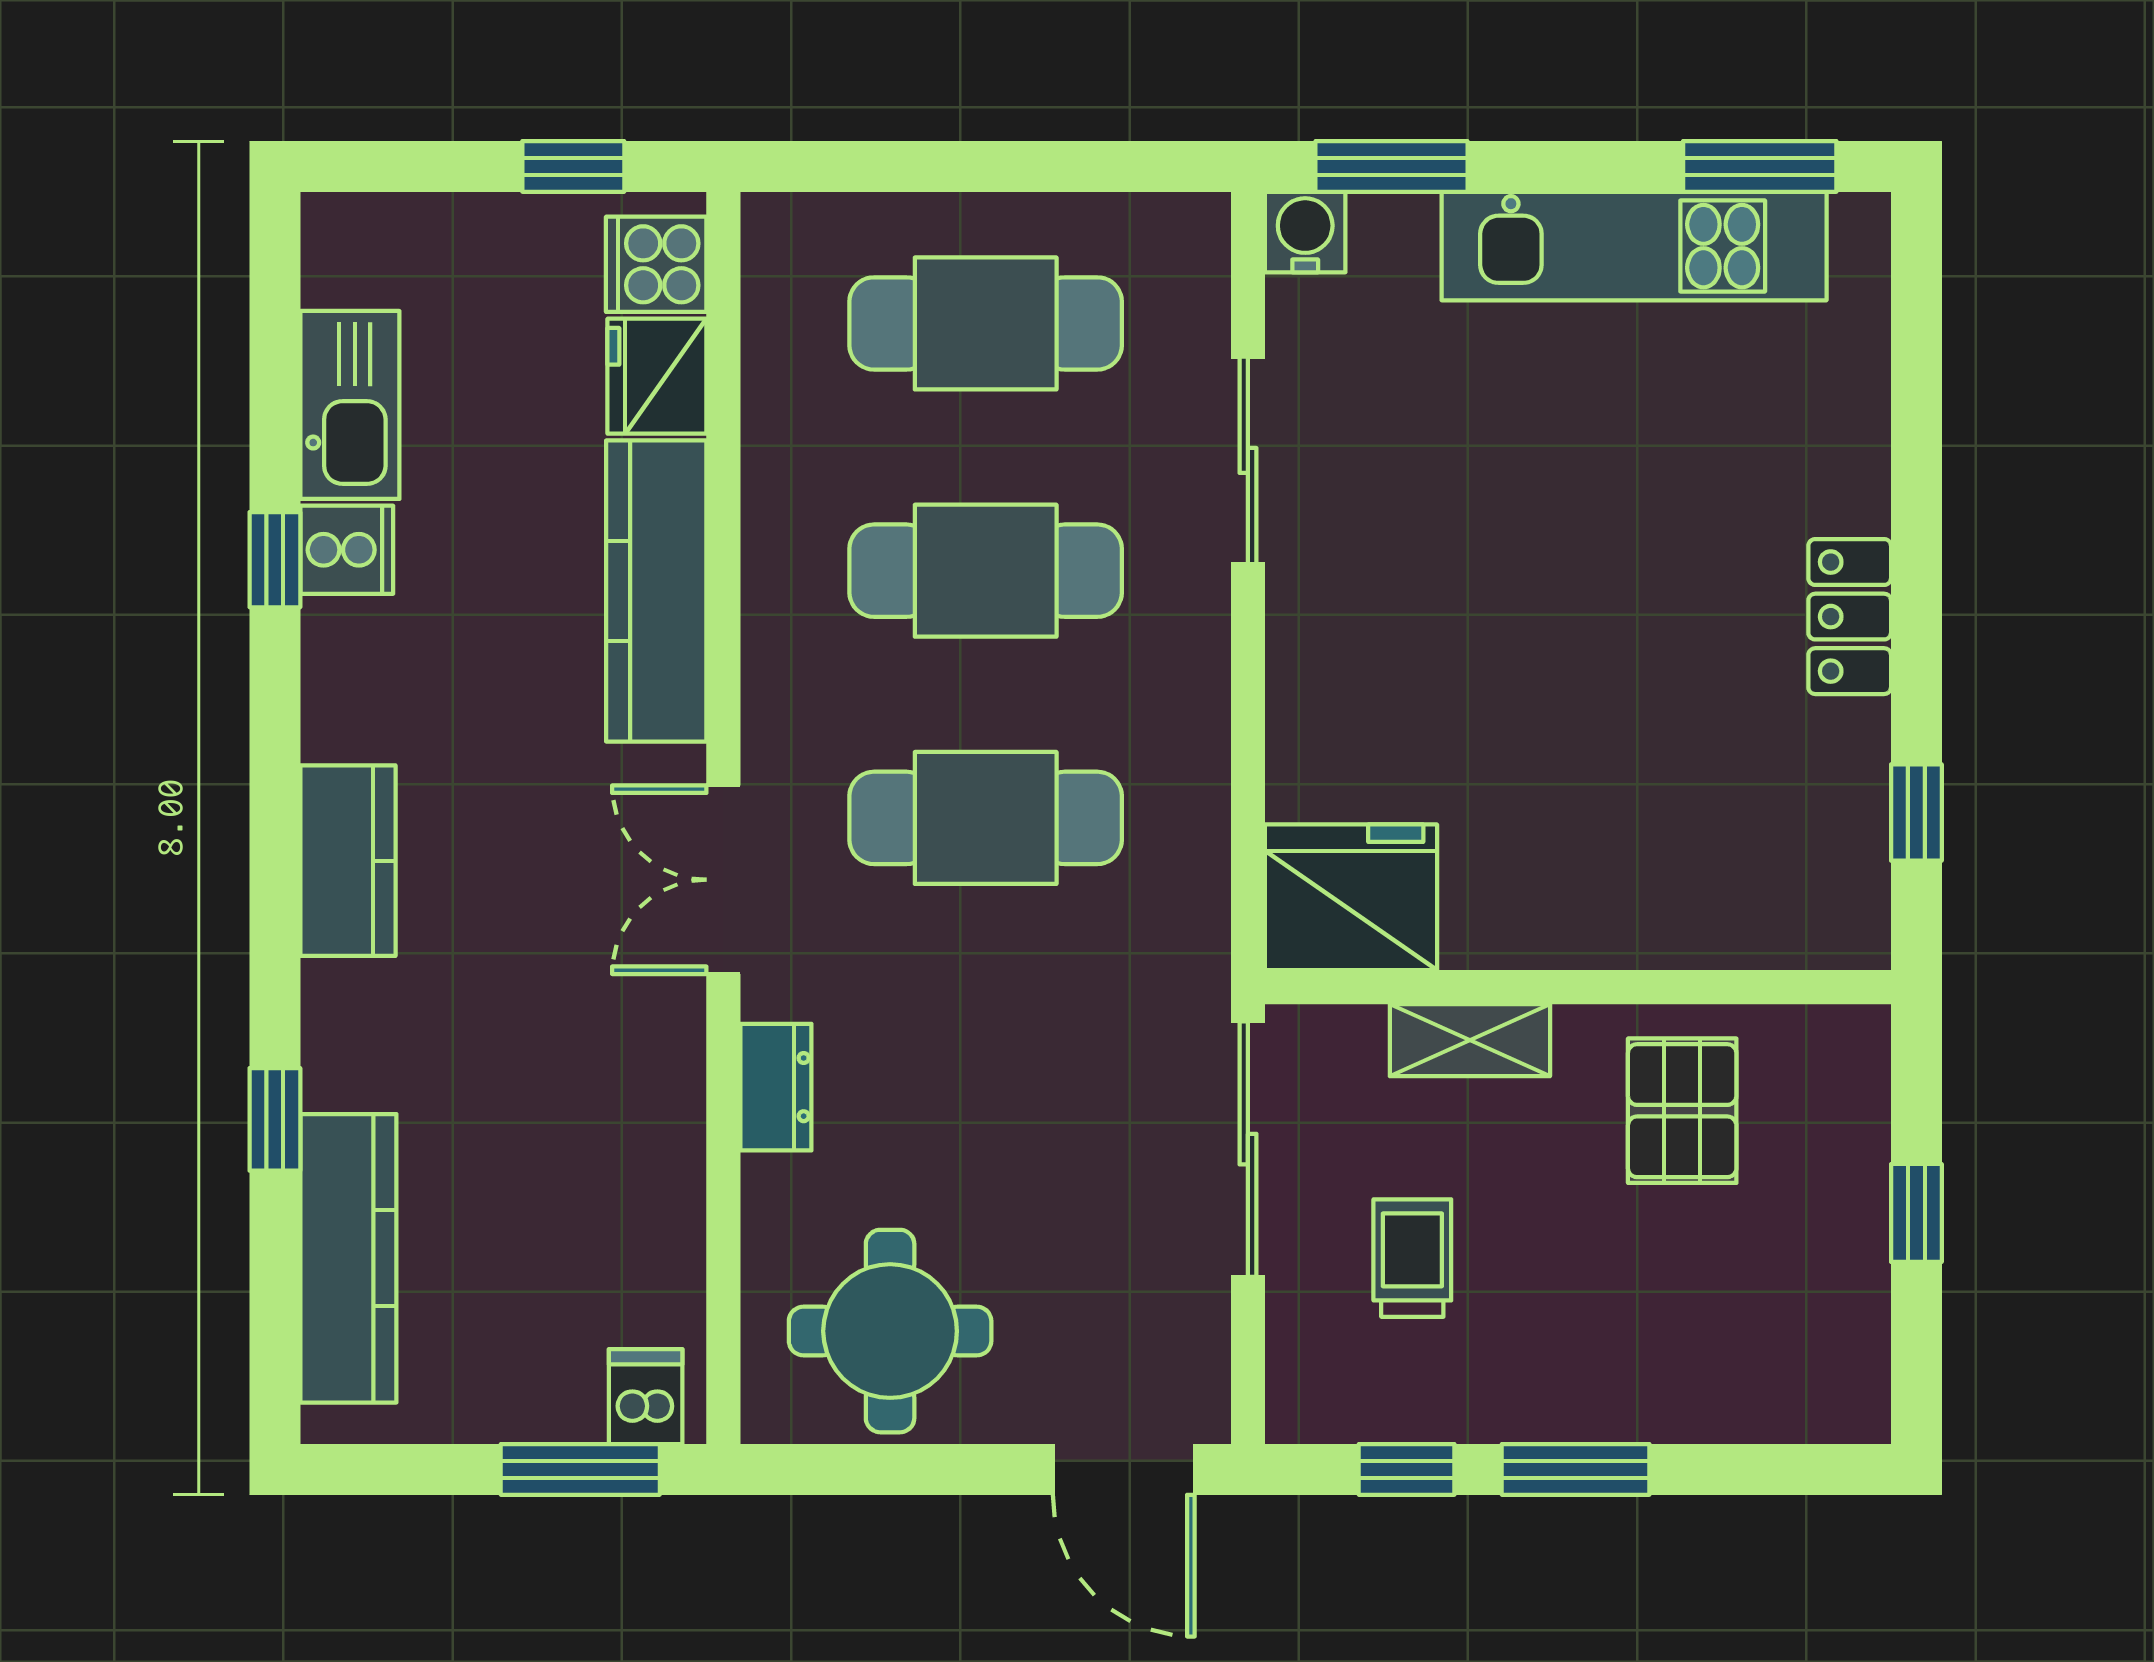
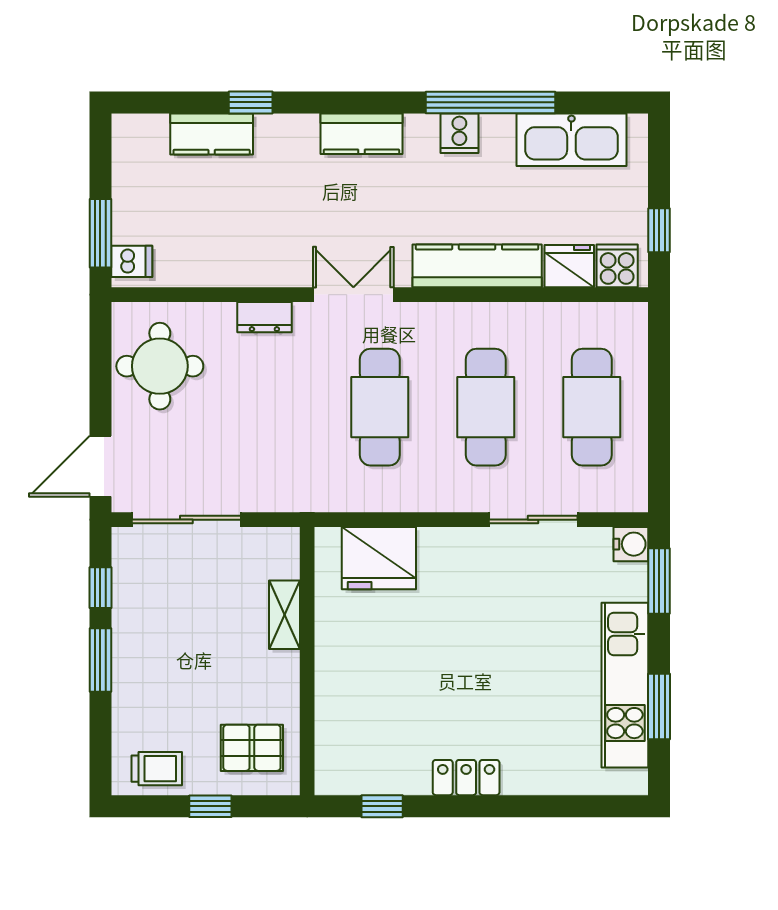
window: (1760, 166) -> (659, 707), moved
kitchen sink: (350, 405) -> (571, 140), width x1.36, depth x1.24
cooker: (347, 550) -> (459, 133), moved
window: (275, 560) -> (490, 102), width x3.17
fridge: (1351, 897) -> (379, 558), moved, turned 90
pallet: (1682, 1111) -> (252, 748), moved
sliding door: (1248, 1149) -> (186, 520), moved
kitchen counter: (348, 1258) -> (212, 134), width x0.67
trolley: (1412, 1258) -> (157, 769), moved

